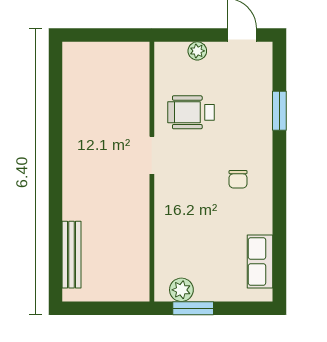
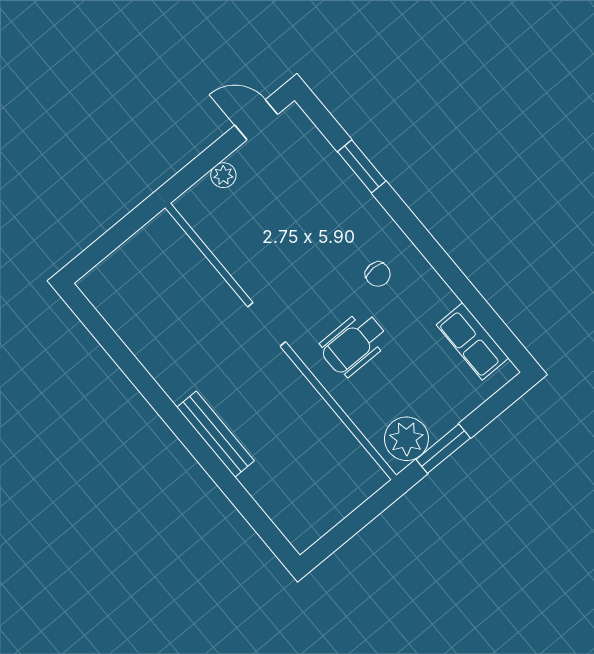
wheelchair: (191, 112) -> (354, 344), moved
bench: (72, 255) -> (215, 434), moved
plant: (181, 290) -> (406, 439), width x1.36, depth x1.36

